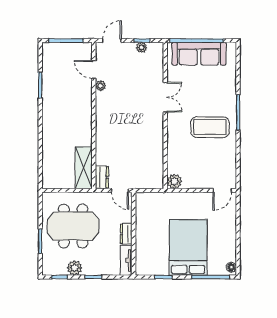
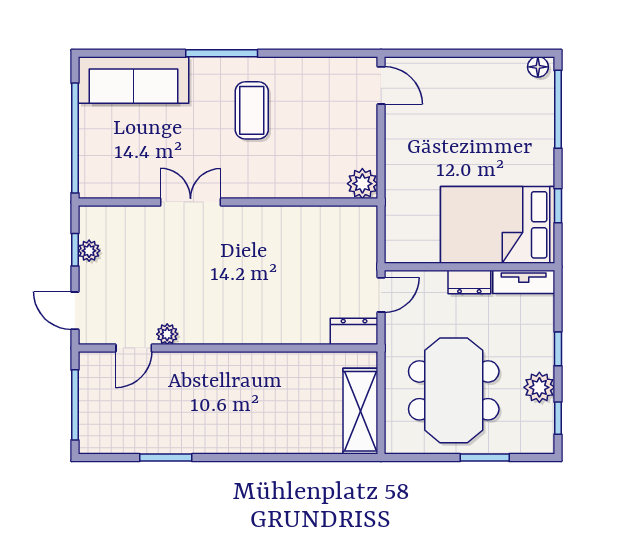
sofa: (199, 54) -> (133, 80), moved, turned 90
coffee table: (210, 127) -> (252, 110), width x0.73, depth x0.76
shelving: (84, 168) -> (360, 411), moved, turned 90
bed: (188, 247) -> (498, 225), moved

